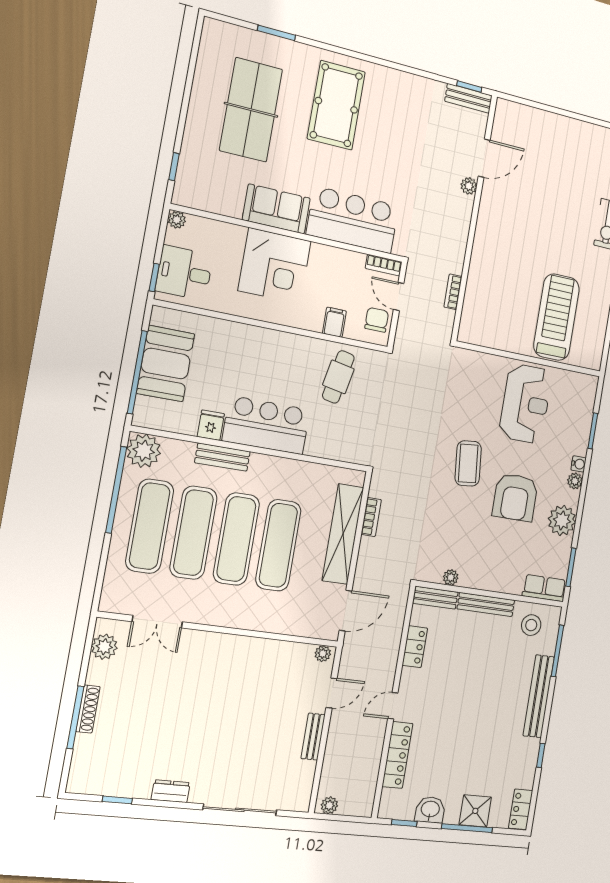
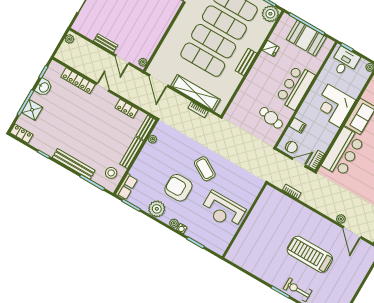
treadmill: (556, 317) -> (310, 254), moved, turned 180
bar counter: (266, 425) -> (295, 87), moved, turned 180
bench: (222, 457) -> (246, 62), moved
coffee table: (468, 463) -> (205, 169), turned 36

